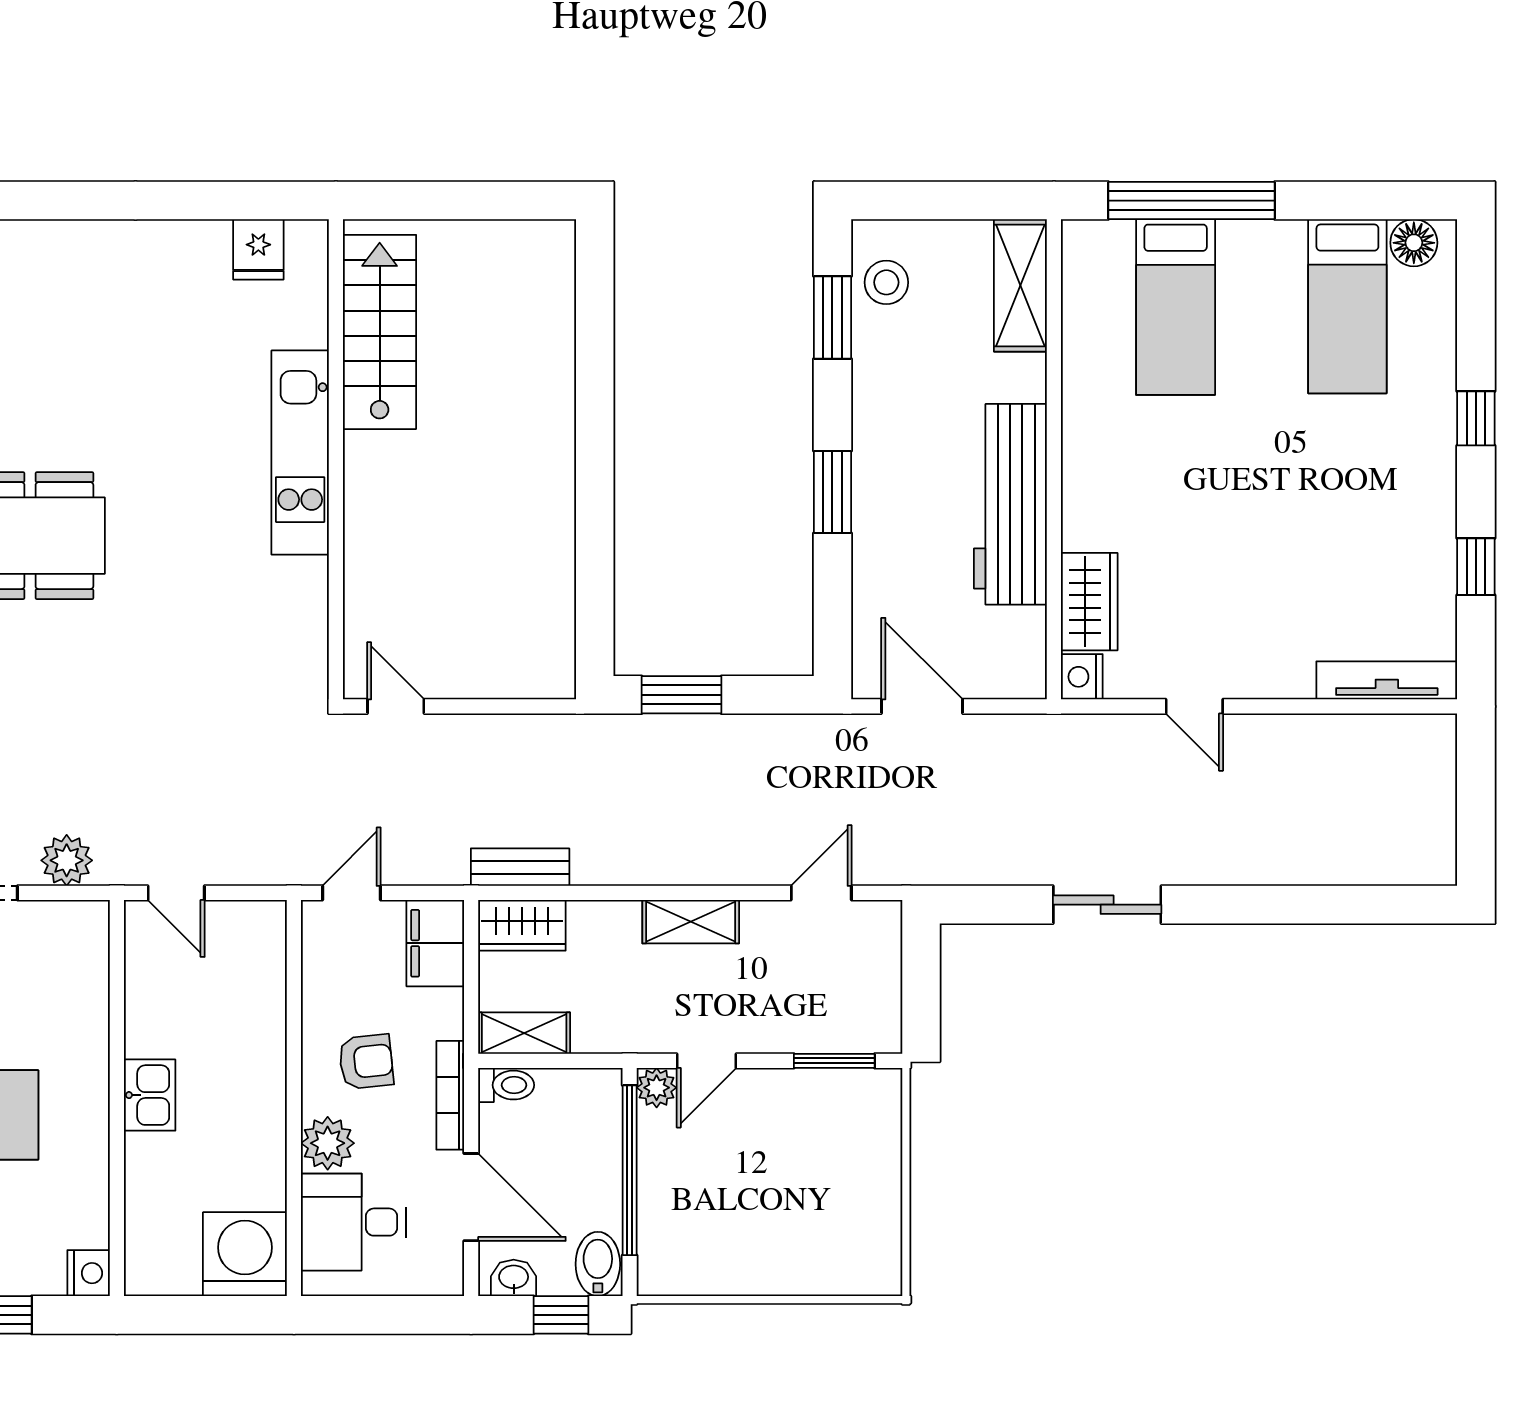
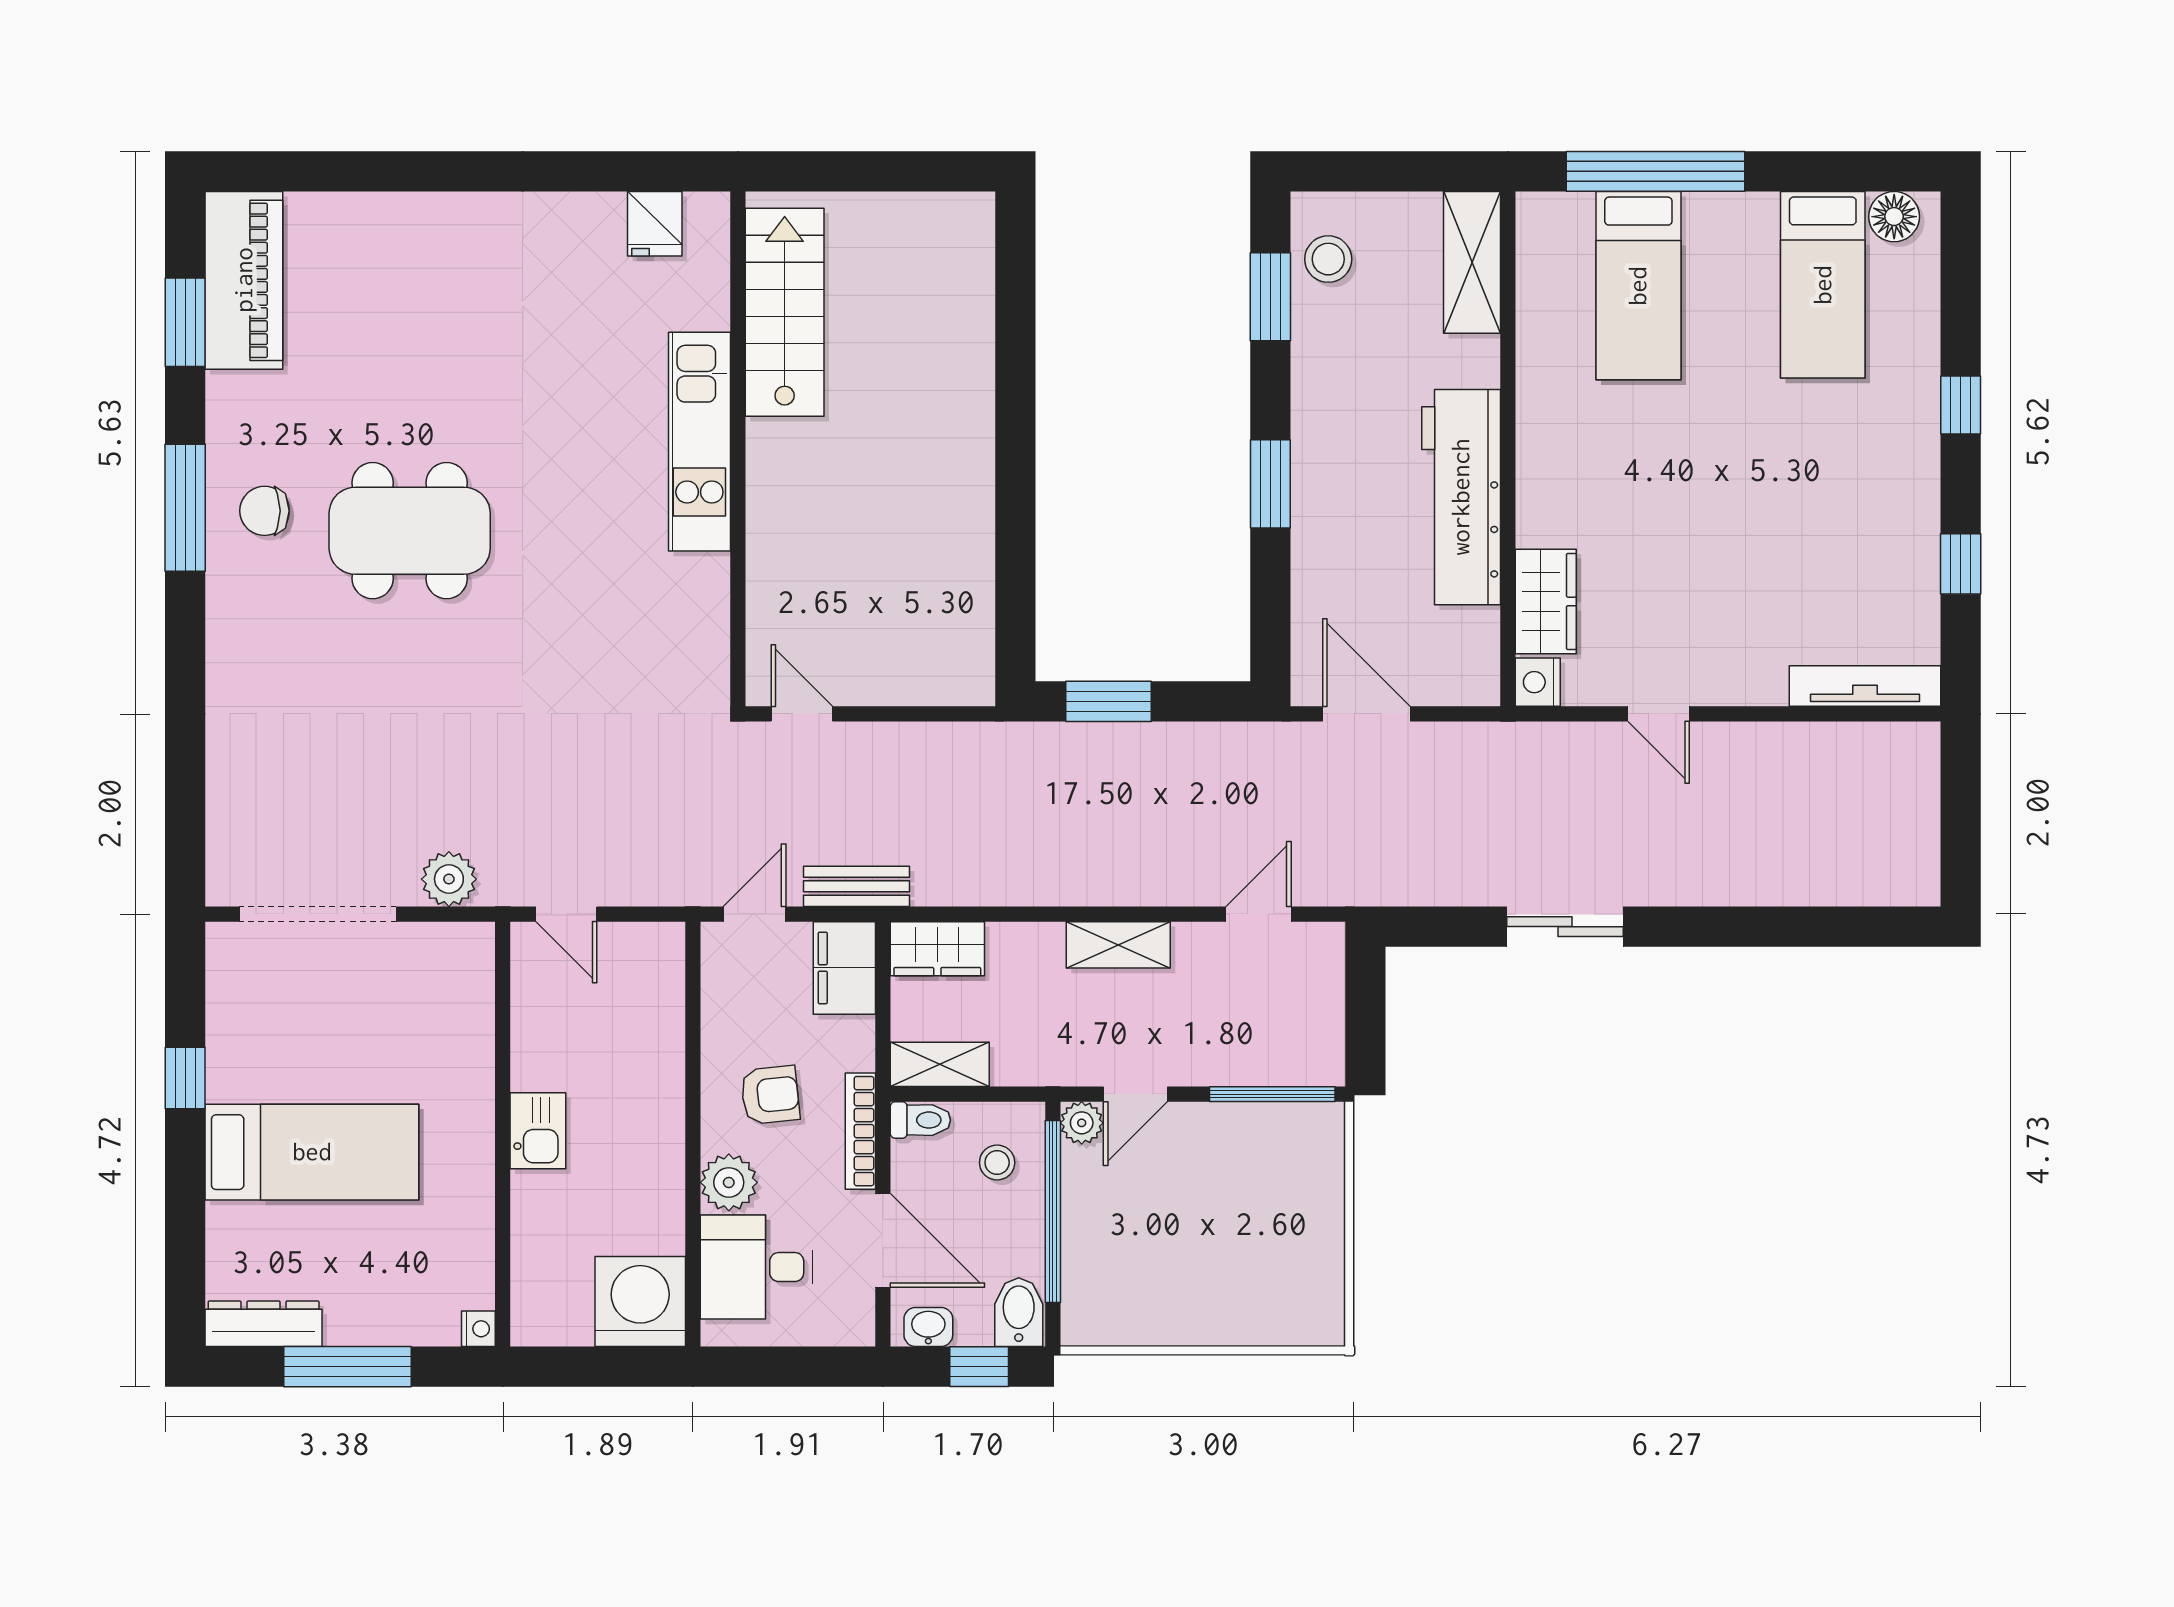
bench: (520, 867) -> (857, 886), moved
window: (834, 1061) -> (1272, 1094), width x1.44
stool: (578, 1125) -> (997, 1163), added
nightstand: (89, 1273) -> (478, 1329), width x0.72, depth x0.74

